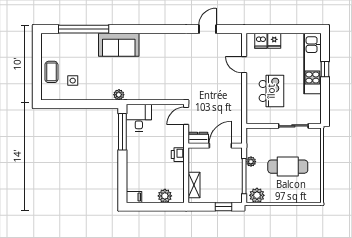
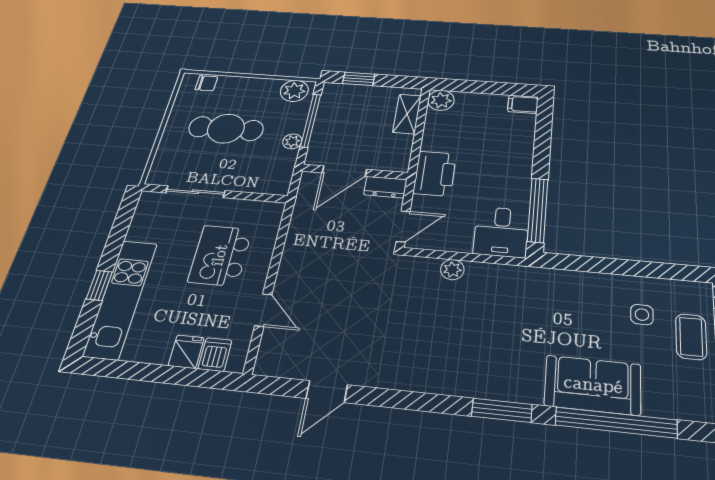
window: (131, 29) -> (502, 410), added
sofa: (119, 45) -> (593, 385), moved
plant: (119, 95) -> (452, 270), moved
printer: (178, 155) -> (435, 173), width x1.87, depth x1.48
plant: (165, 196) -> (441, 100), moved
chair: (306, 196) -> (206, 83), added

